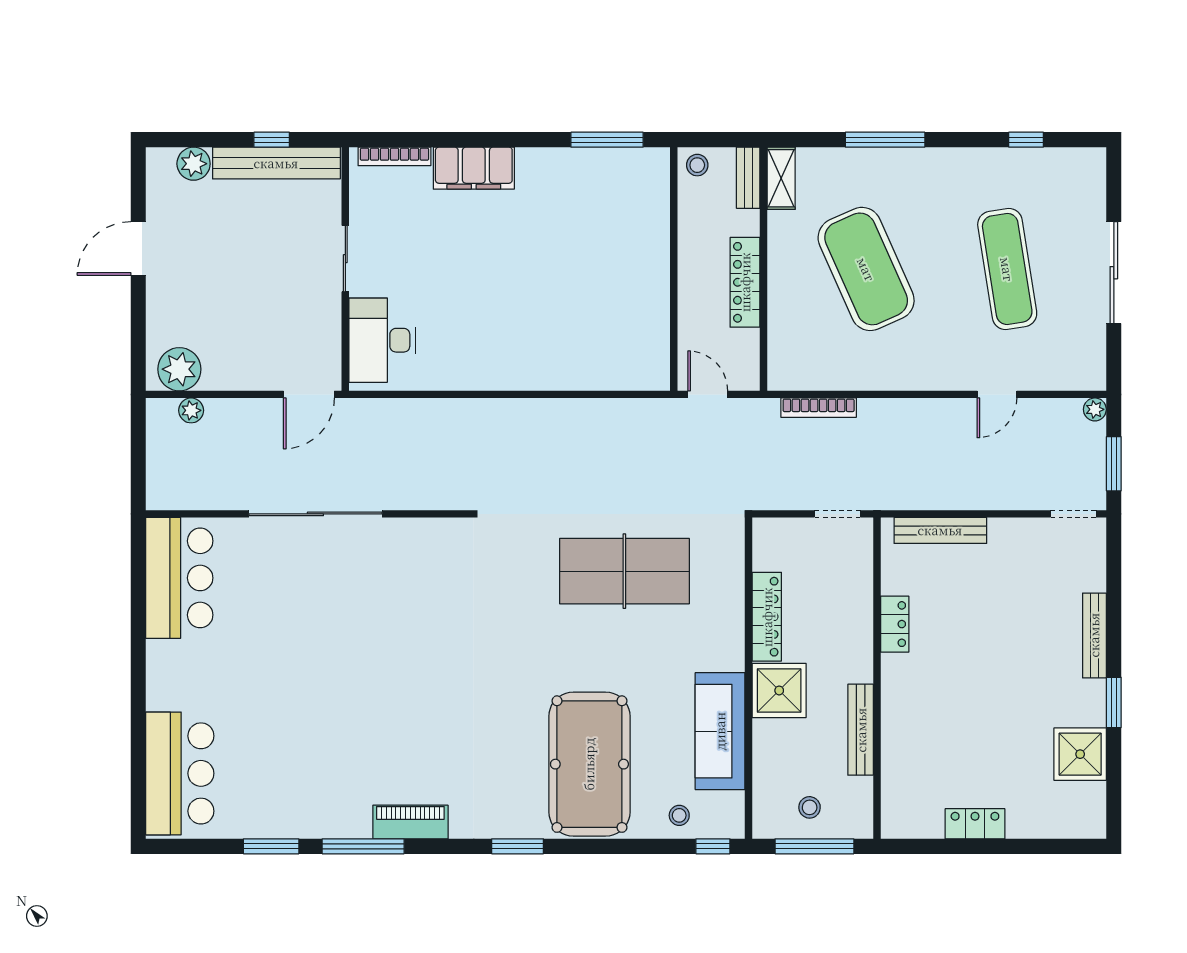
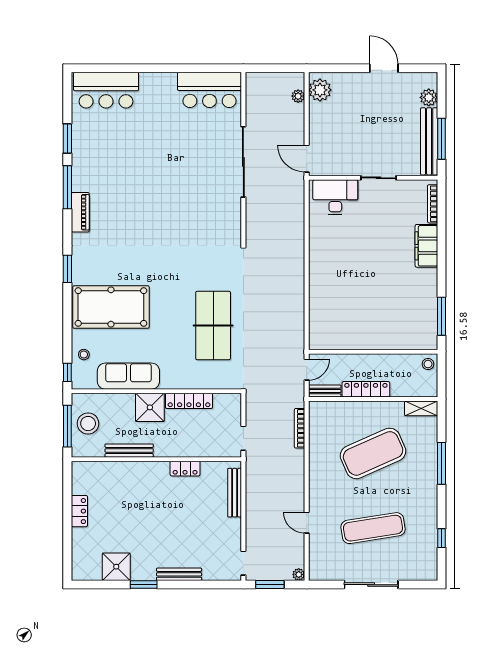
window: (272, 140) -> (441, 139), width x2.17
bench: (748, 178) -> (325, 391), moved
stool: (810, 807) -> (88, 424), width x1.89, depth x1.89

